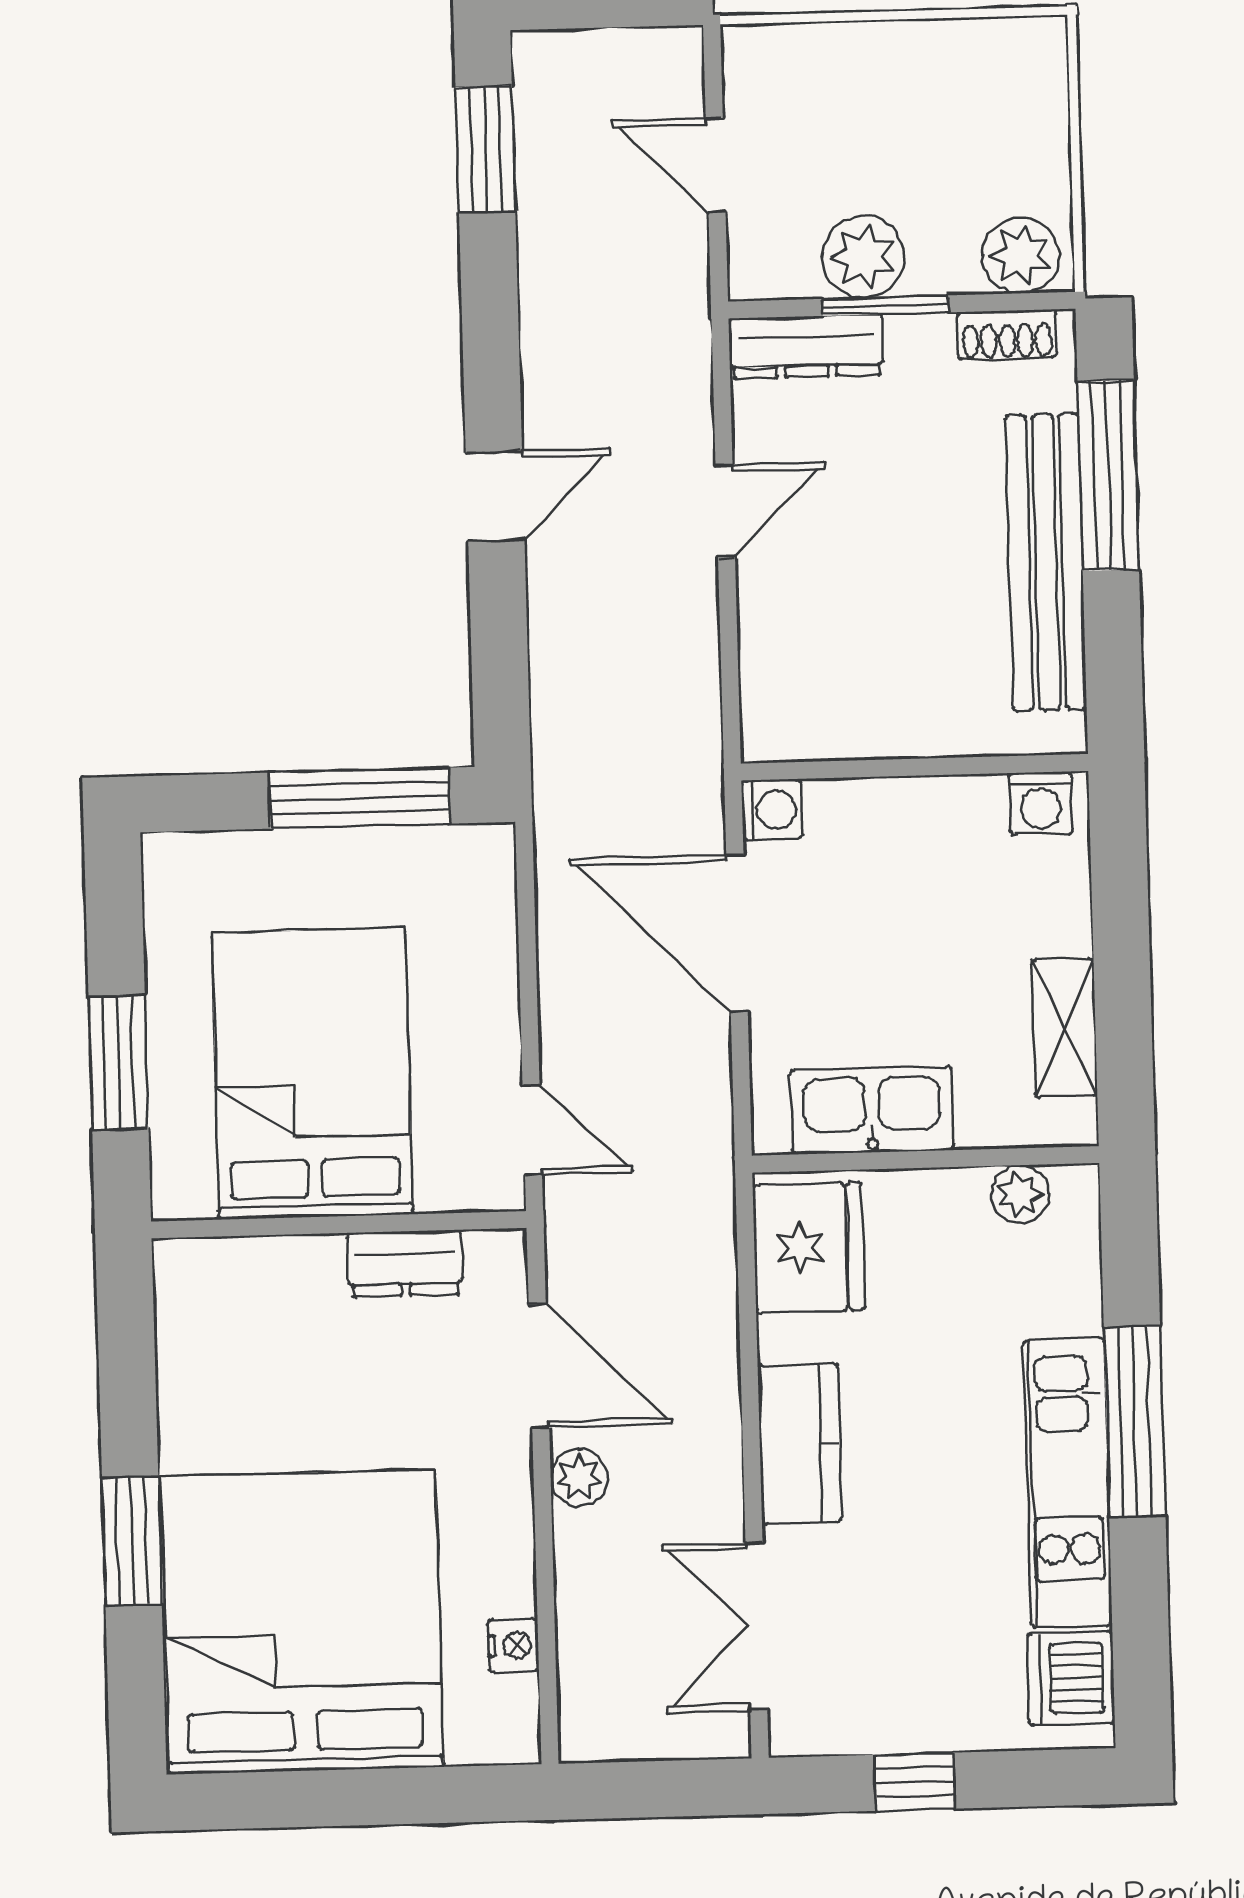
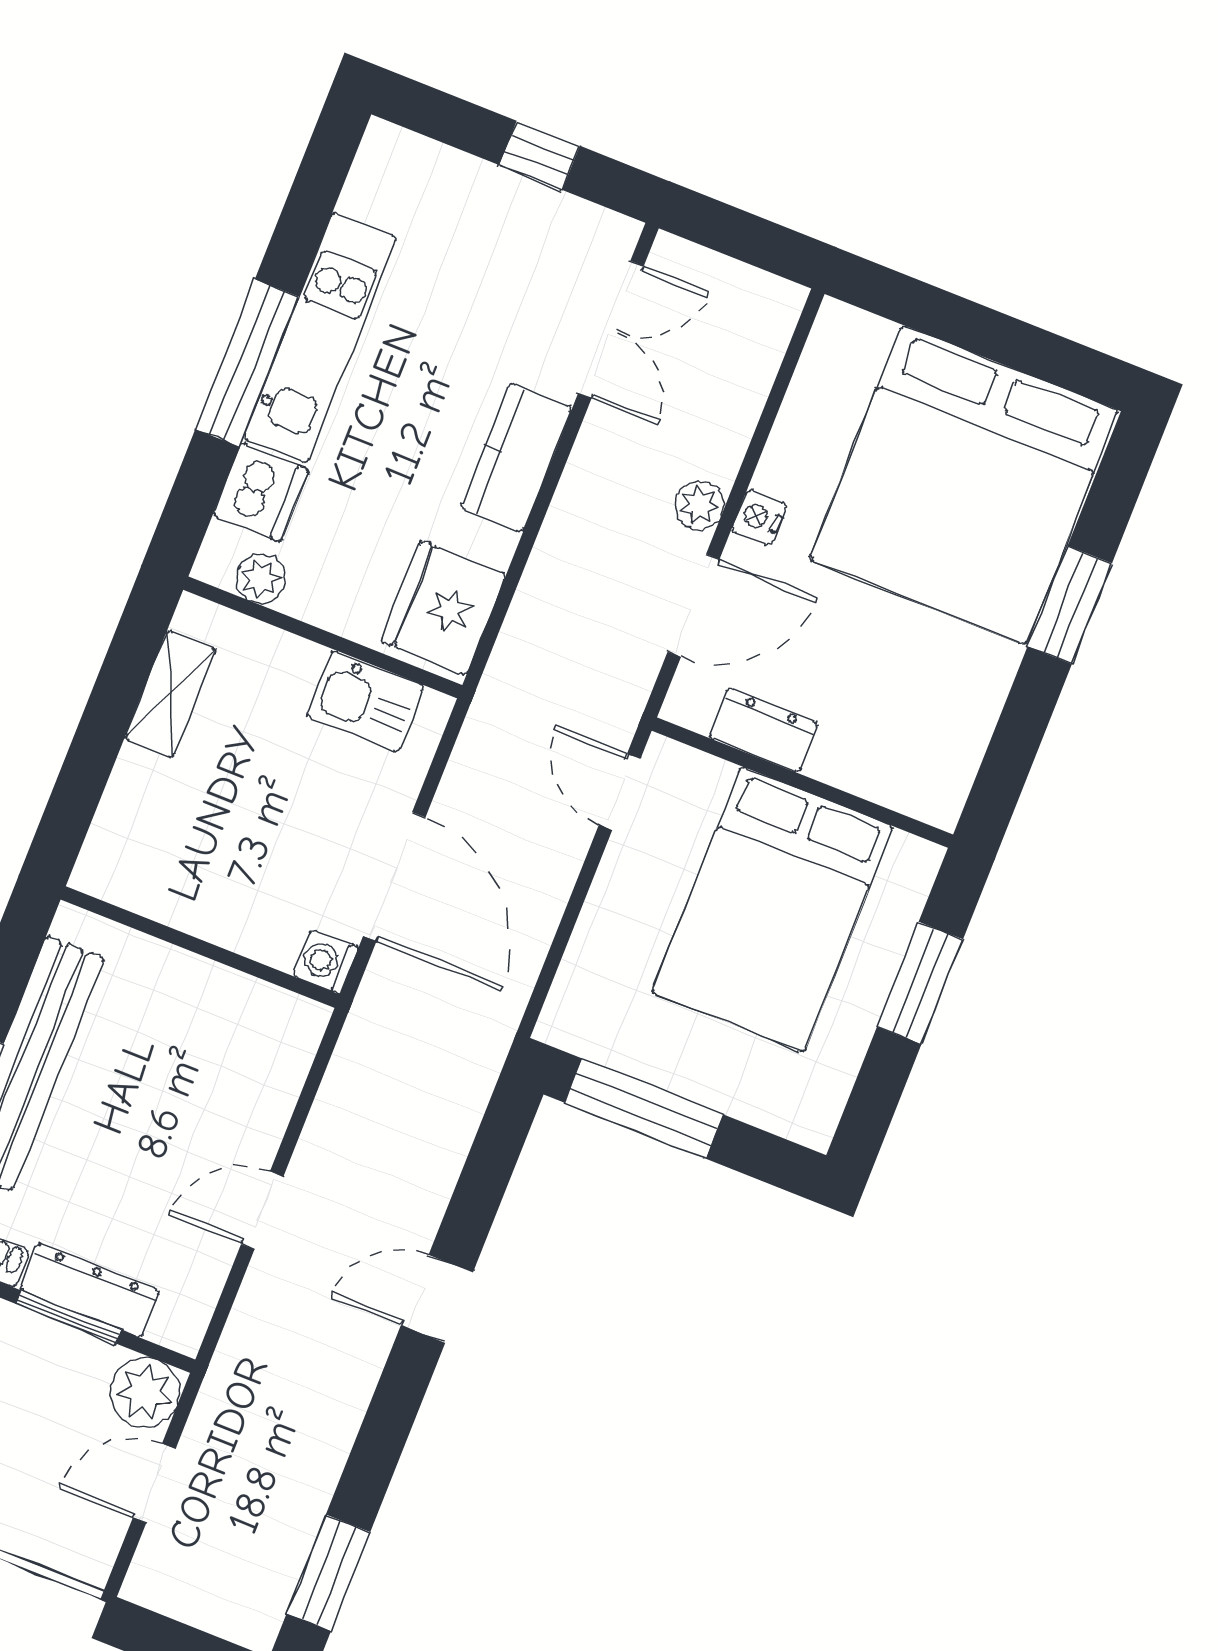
door: (716, 165) -> (154, 1483), swing flipped
plant: (863, 257) -> (145, 1392), moved
dresser: (806, 346) -> (90, 1290), moved
washing machine: (1041, 803) -> (114, 877), removed
kitchen sink: (872, 1110) -> (365, 701), width x0.73
door: (539, 1366) -> (694, 606), swing flipped
nightstand: (513, 1645) -> (759, 517), moved
dishwasher: (1071, 1678) -> (261, 492), moved

